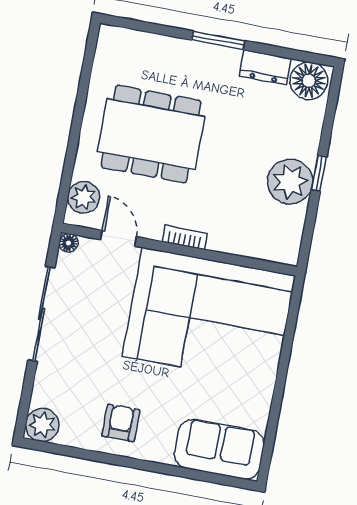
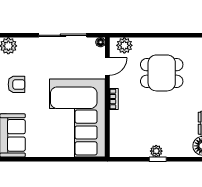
dining table: (151, 134) -> (162, 73), width x0.73
plant: (290, 182) -> (156, 151), width x0.53, depth x0.53

